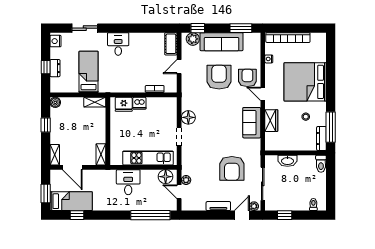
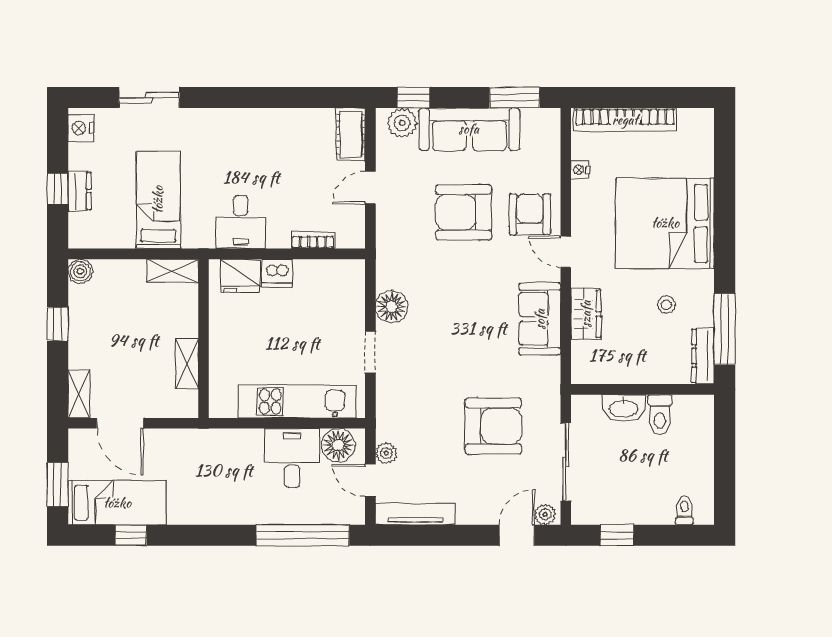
desk: (118, 44) -> (241, 222), moved, turned 180
armchair: (219, 77) -> (463, 212), turned -90
shelving: (101, 154) -> (187, 364), moved
toilet: (321, 164) -> (660, 415), moved
armchair: (232, 168) -> (493, 426), turned -90
desk: (128, 182) -> (292, 458), moved
tv unit: (218, 206) -> (415, 514), moved, width x1.41

